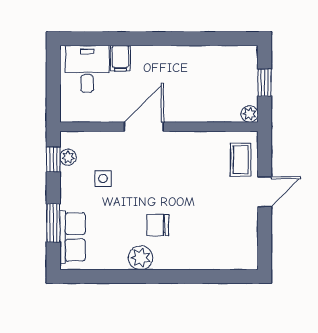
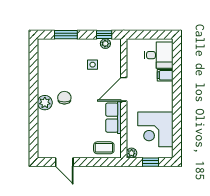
corner desk: (210, 74) -> (155, 129), added
door: (144, 127) -> (124, 89), swing flipped
door: (265, 192) -> (64, 162), moved
row of seats: (72, 237) -> (113, 118), moved, turned 90
plant: (141, 258) -> (45, 103), moved

